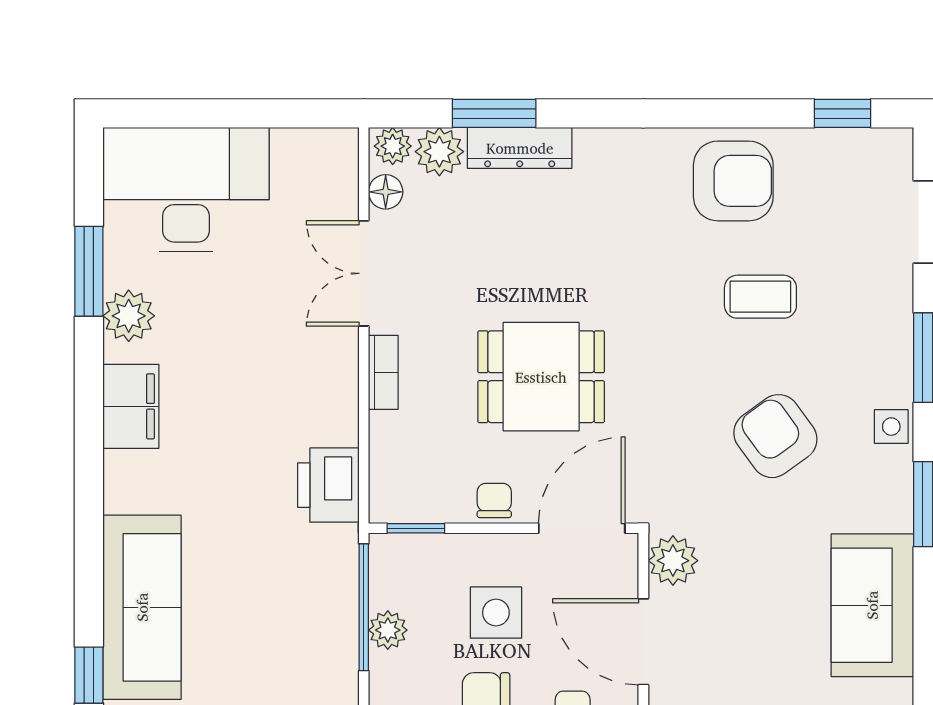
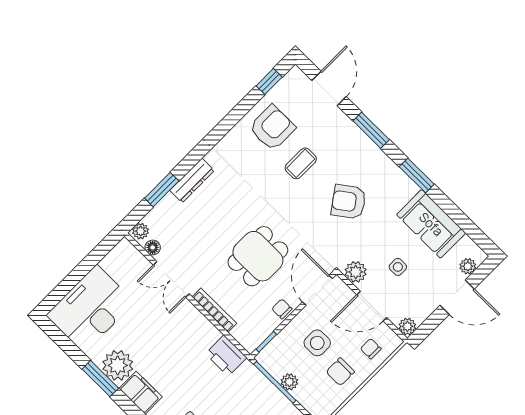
dresser: (520, 148) -> (192, 180), moved
plant: (439, 152) -> (157, 218), removed
armchair: (733, 181) -> (272, 128), moved
window: (89, 271) -> (100, 379), moved
plant: (129, 316) -> (118, 365), width x1.36, depth x1.36
bookcase: (383, 372) -> (214, 310), width x1.56
side table: (891, 427) -> (398, 267), moved

